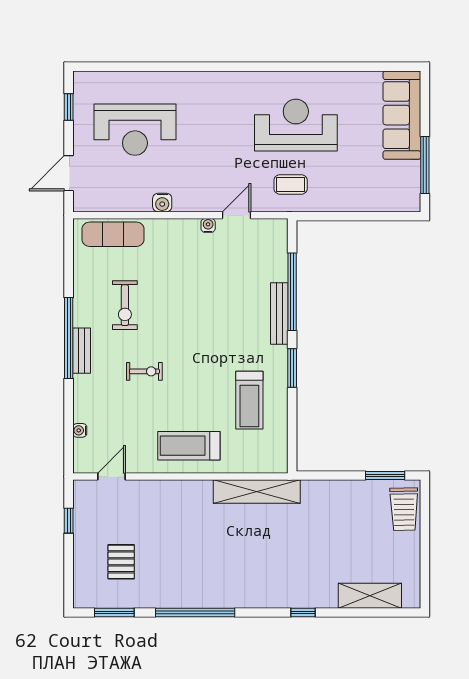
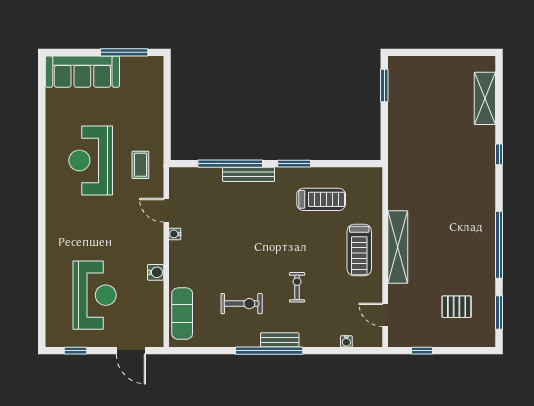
shelving: (257, 492) -> (398, 247), moved
trolley: (404, 509) -> (412, 70), removed

